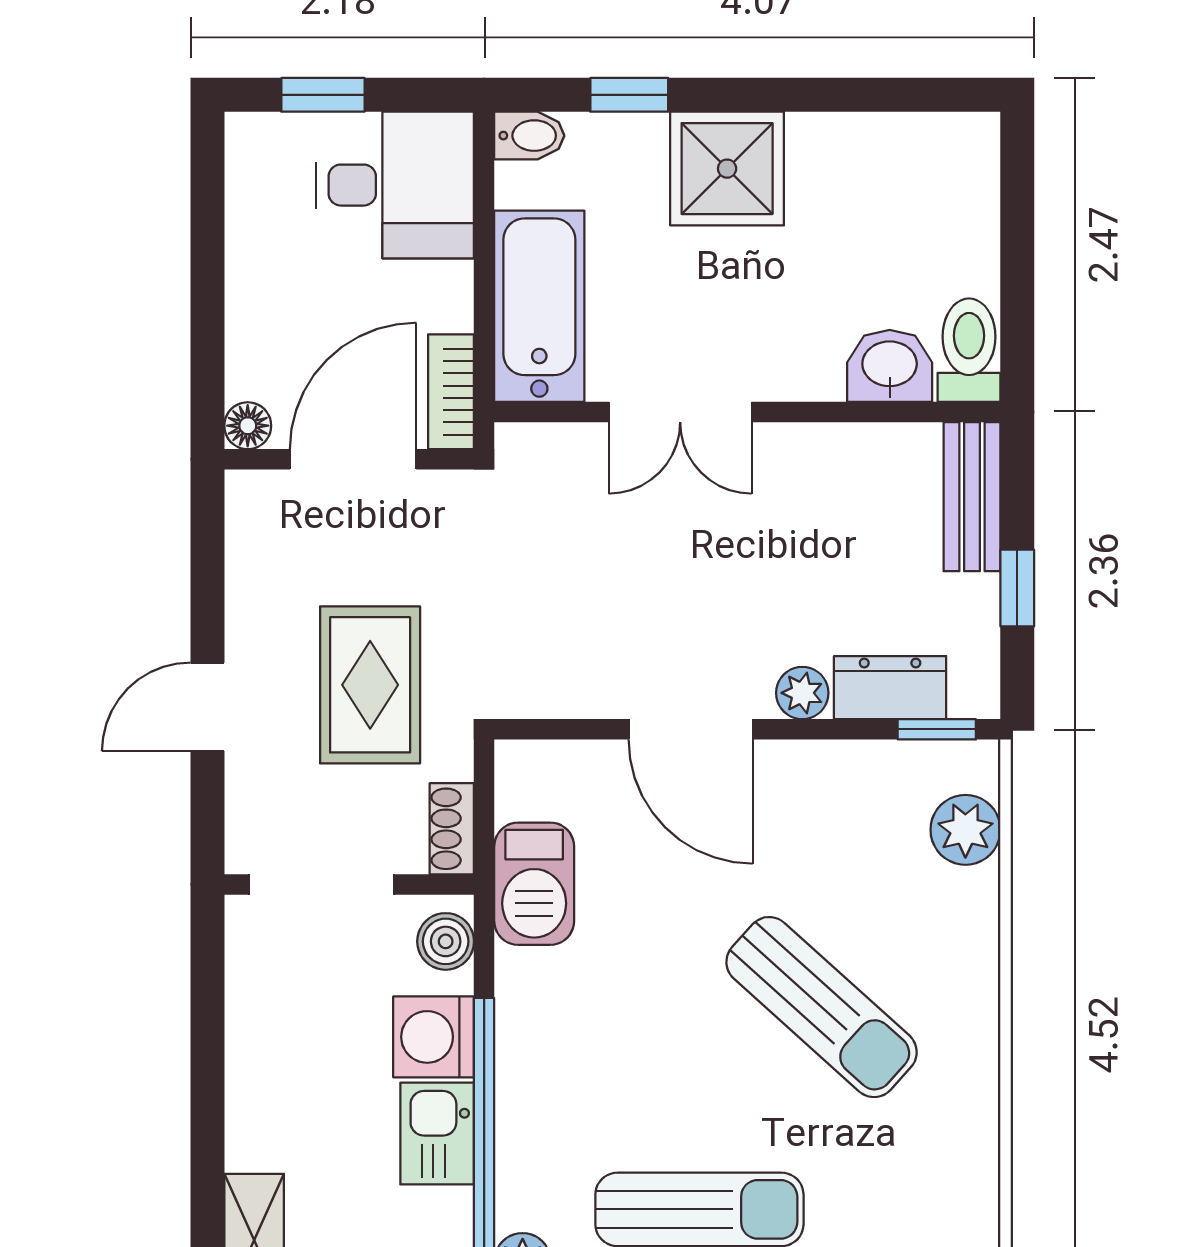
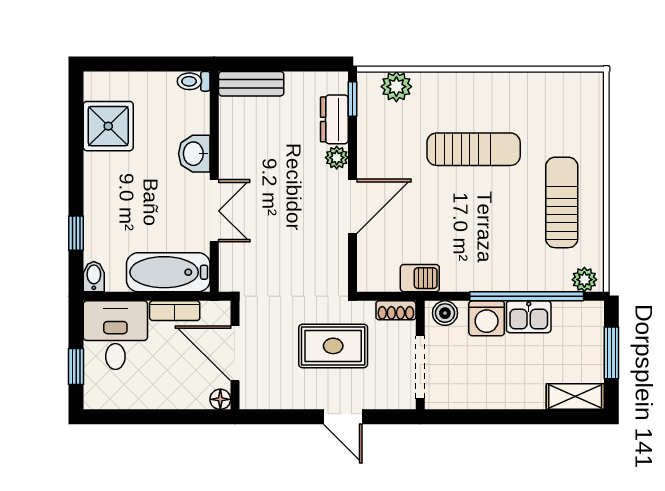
shower: (727, 169) -> (108, 126), moved
toilet: (969, 350) -> (194, 81), width x0.73, depth x0.72
washbasin: (890, 366) -> (194, 154), moved
bookcase: (451, 392) -> (175, 311), moved
window: (1017, 588) -> (291, 64), removed
barbecue: (534, 884) -> (420, 278), width x0.73, depth x0.79
sun lounger: (822, 1007) -> (474, 149), turned 48

